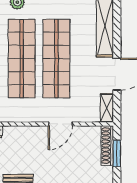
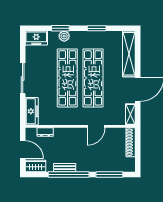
window: (117, 153) -> (138, 148), removed

